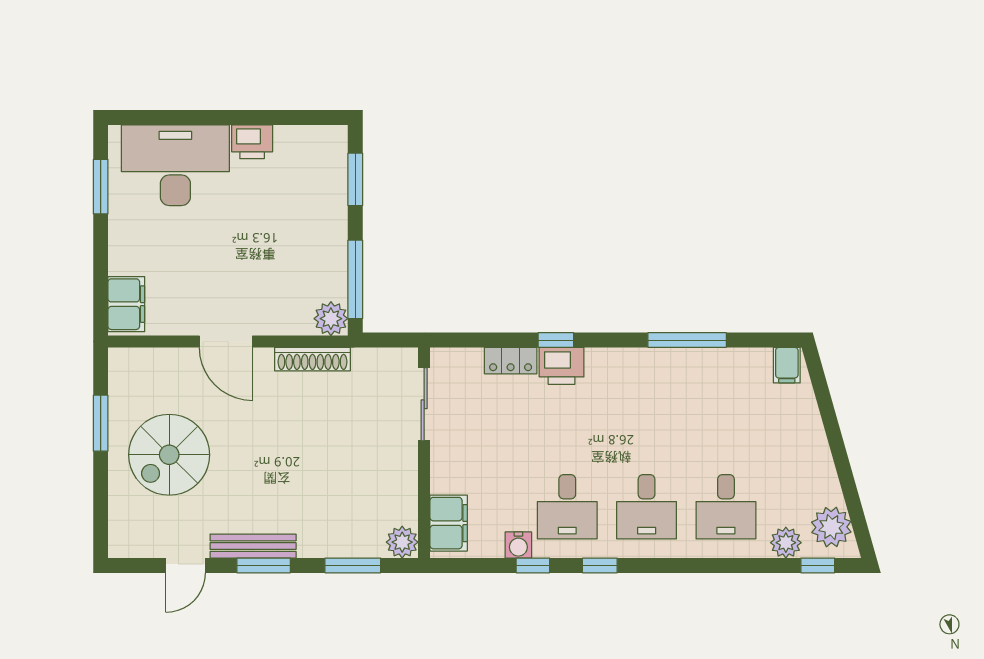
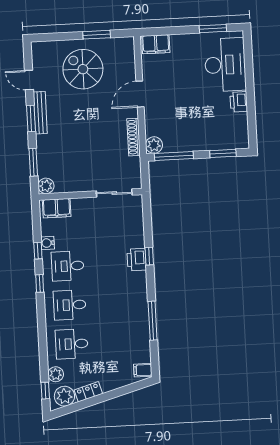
locker: (511, 361) -> (88, 392), moved, turned 74

